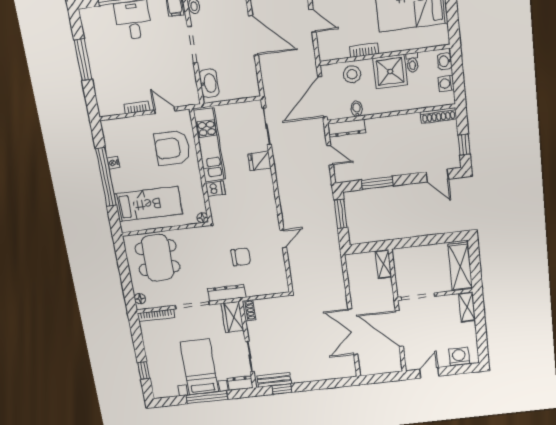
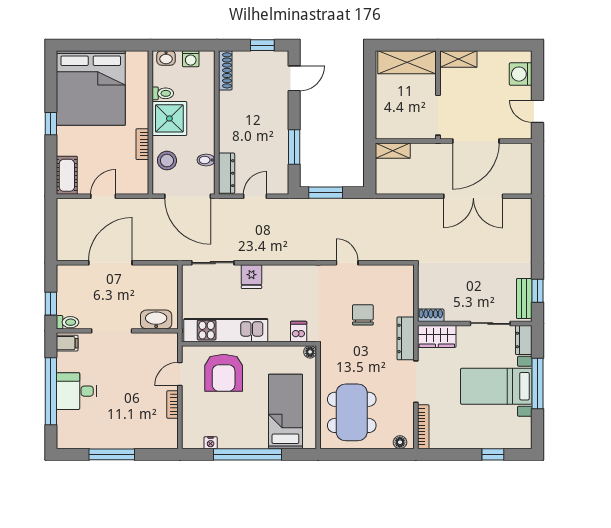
nightstand: (113, 163) -> (211, 443), moved
dishwasher: (215, 189) -> (299, 332), moved
dining table: (158, 258) -> (352, 412), turned 90

